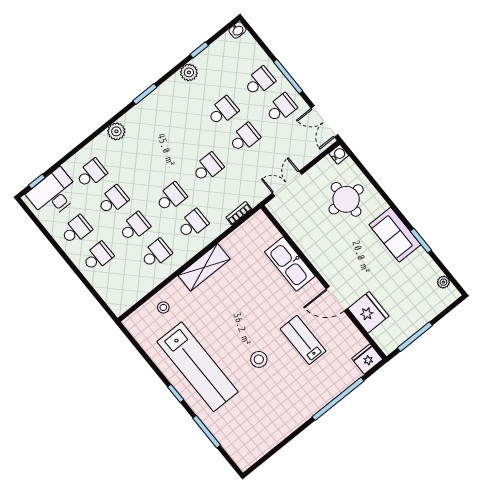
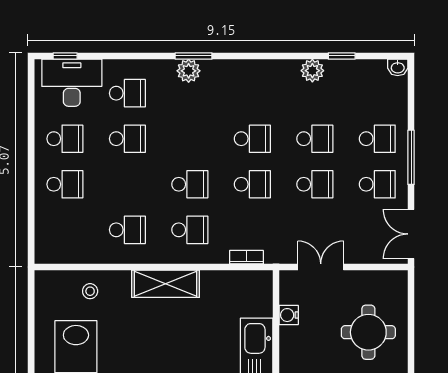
window: (145, 94) -> (194, 56), moved
water cooler: (339, 154) -> (289, 315), moved, turned 180
school desk: (134, 227) -> (252, 139), moved

